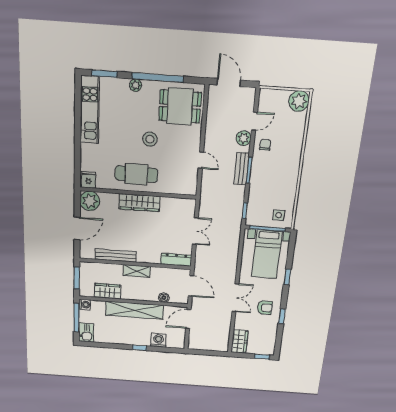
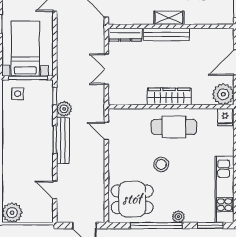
door: (254, 121) -> (55, 190), hinge flipped
plant: (244, 138) -> (64, 109), moved
chair: (265, 145) -> (41, 167), removed
door: (201, 160) -> (106, 131), moved
bench: (241, 169) -> (63, 141), width x1.36
bench: (116, 255) -> (166, 34), moved

